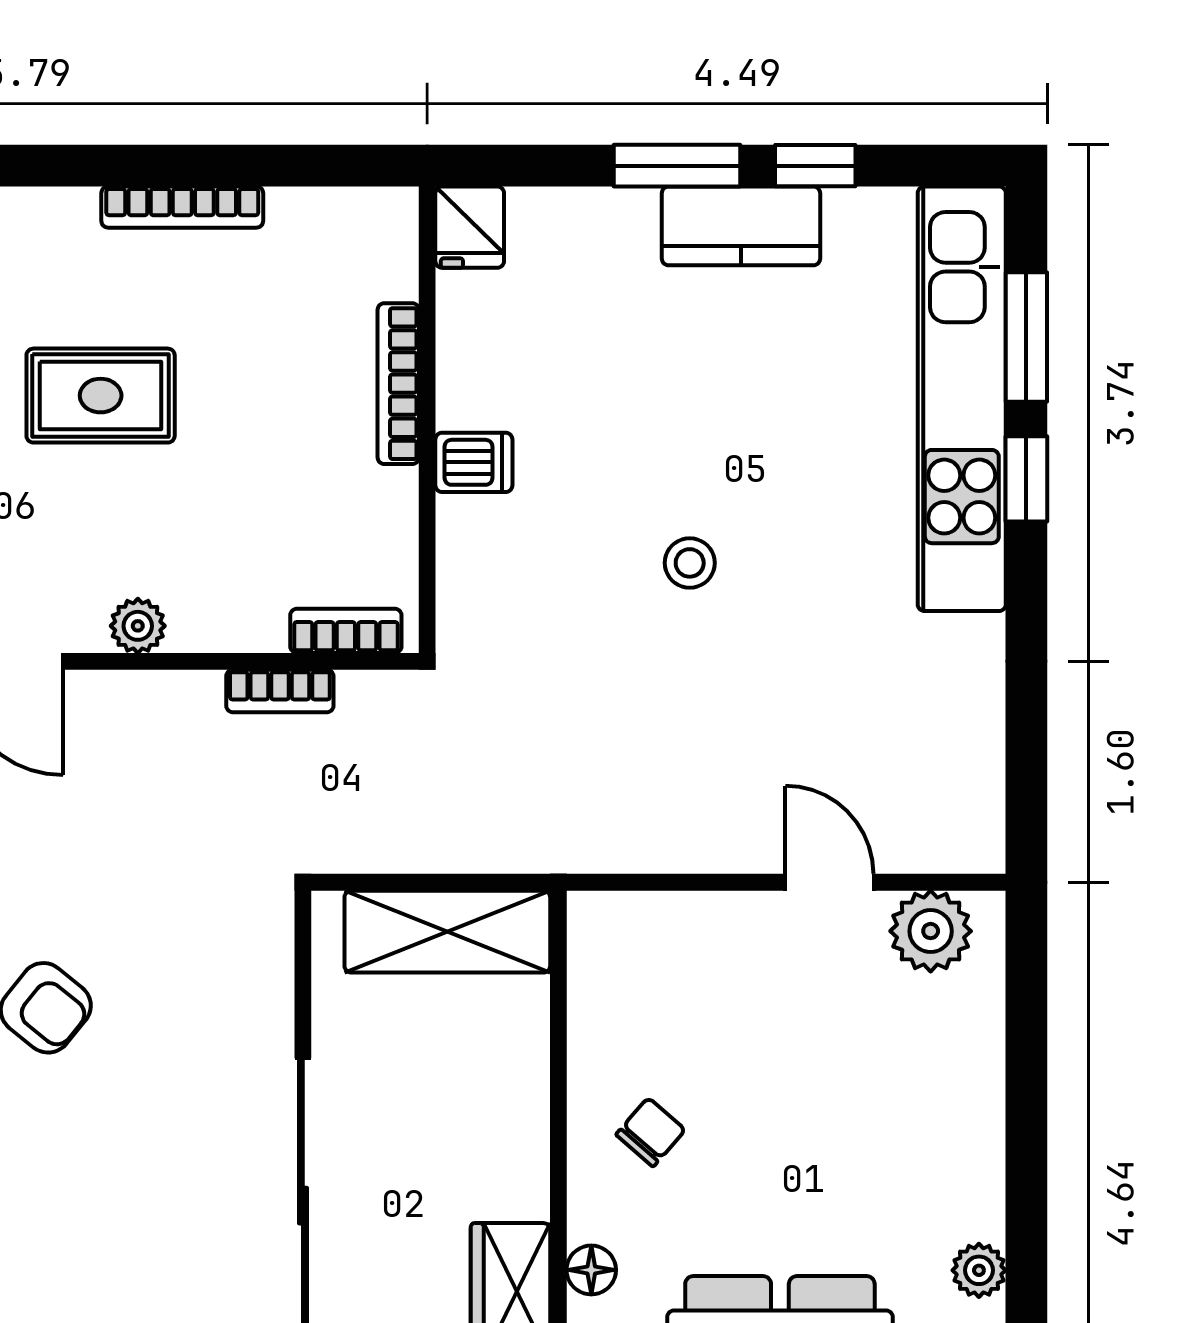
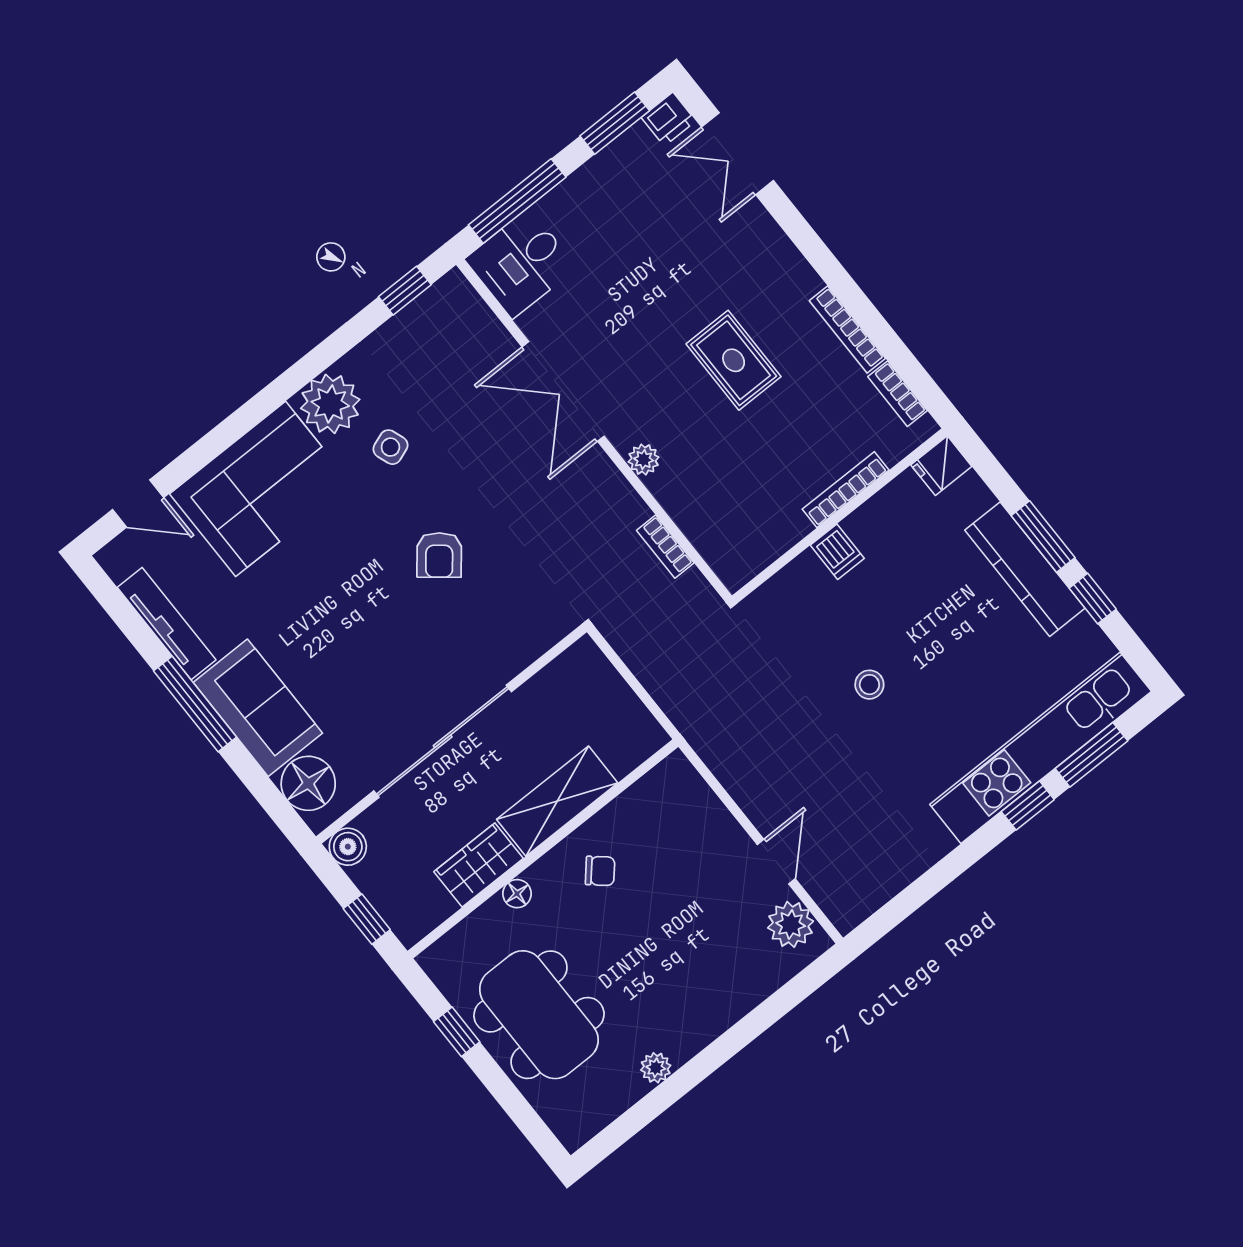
kitchen counter: (741, 226) -> (1025, 569), width x1.50
bookcase: (346, 631) -> (898, 394), moved, turned 180
shelving: (447, 932) -> (557, 801), moved, turned 90

